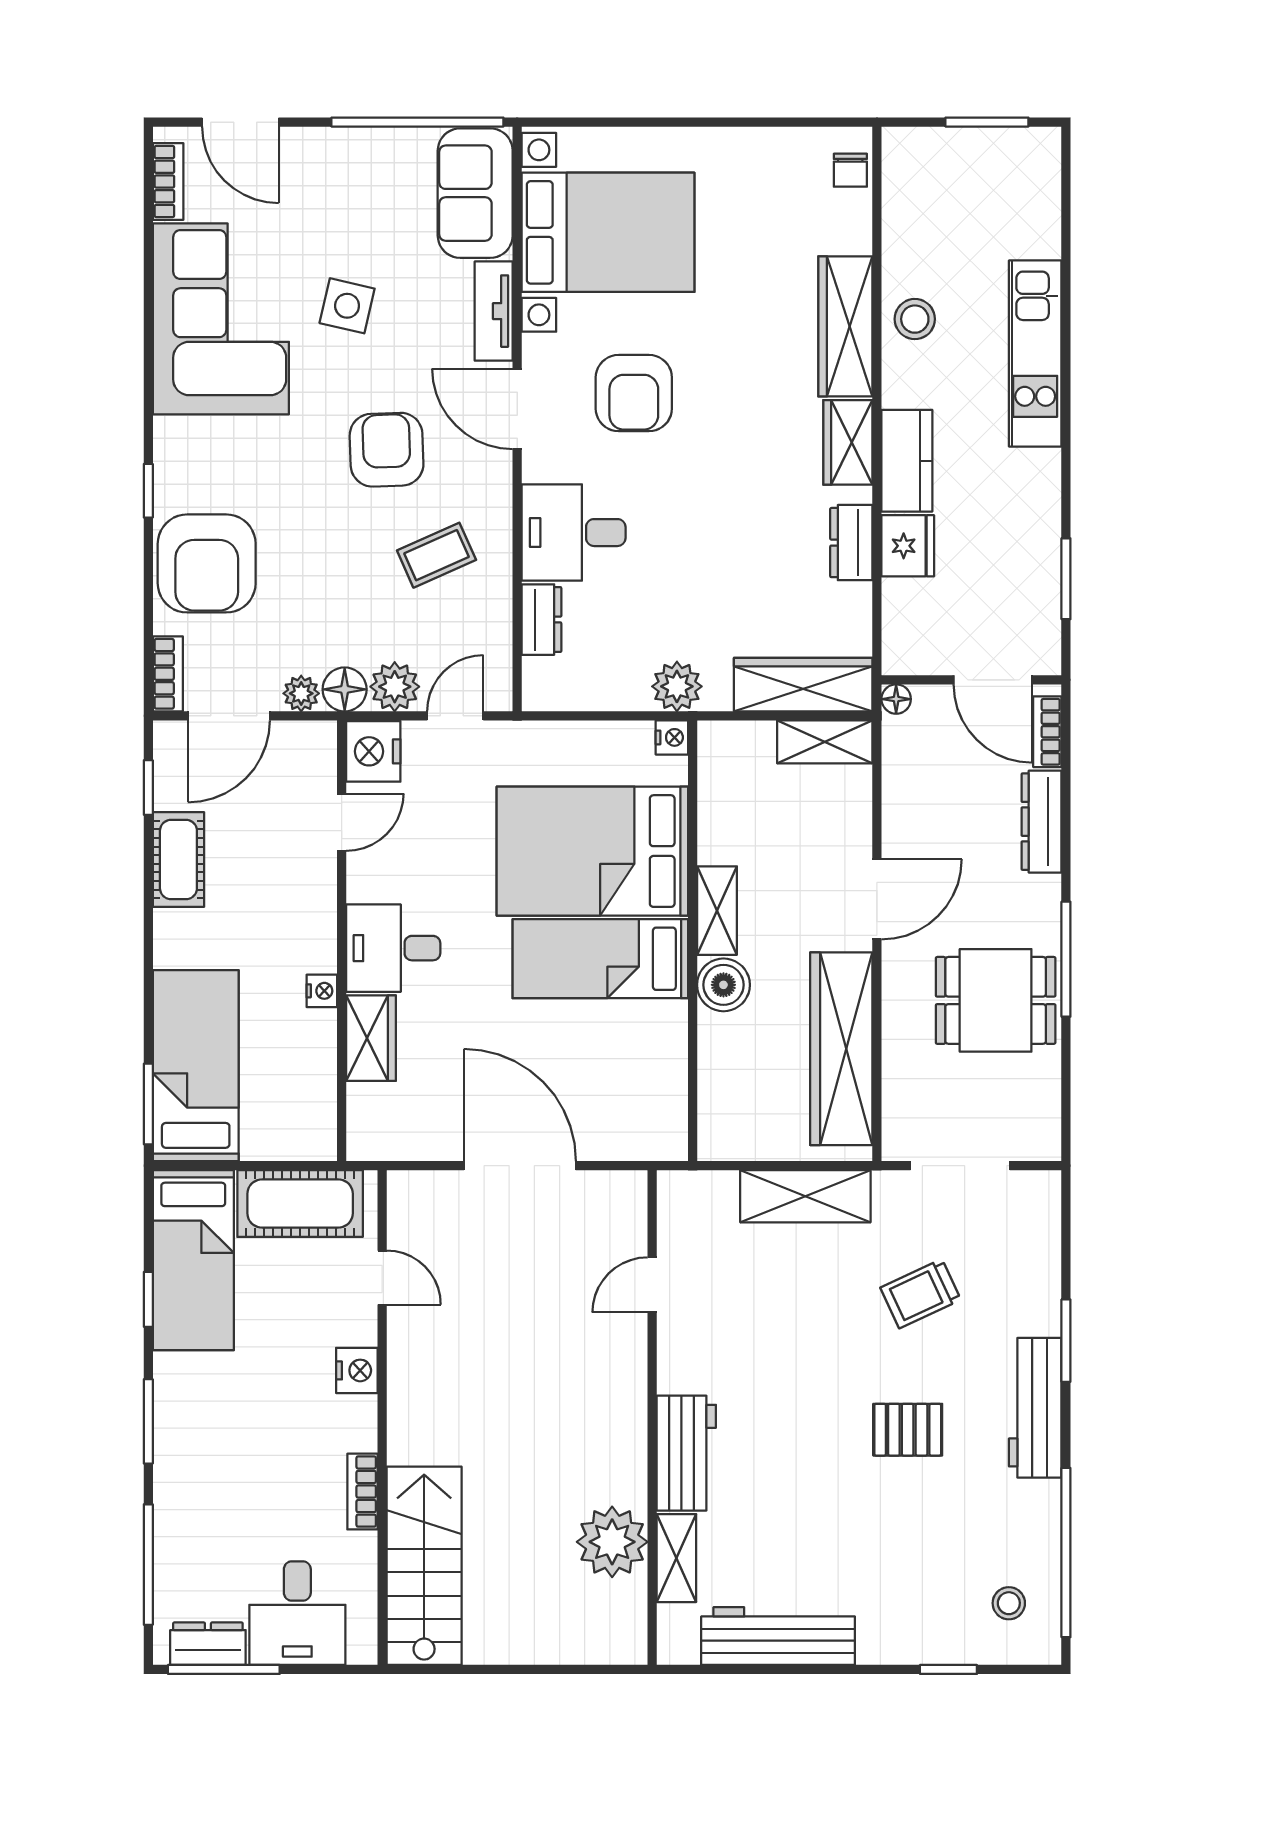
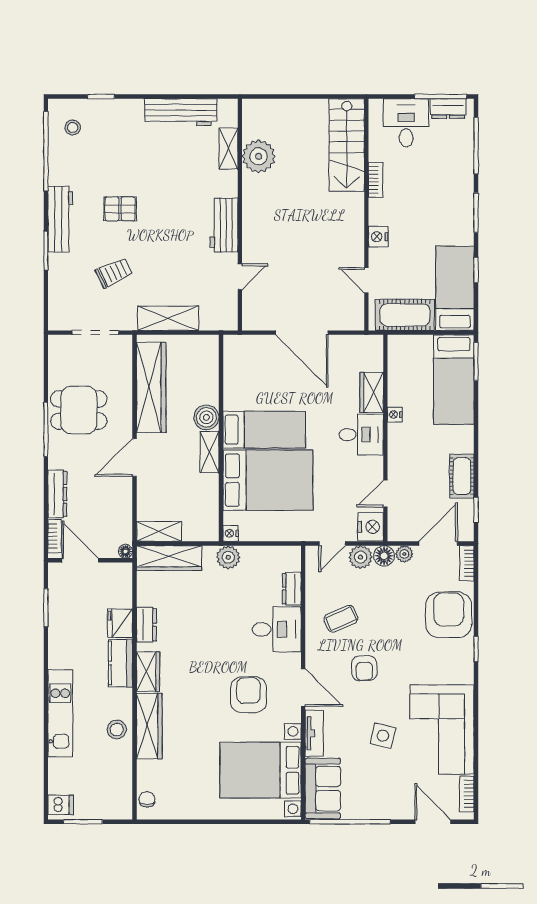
dishwasher: (1034, 158) -> (61, 805), added
armchair: (387, 450) -> (364, 668), width x0.72, depth x0.72
workbench: (686, 1453) -> (224, 225), moved

